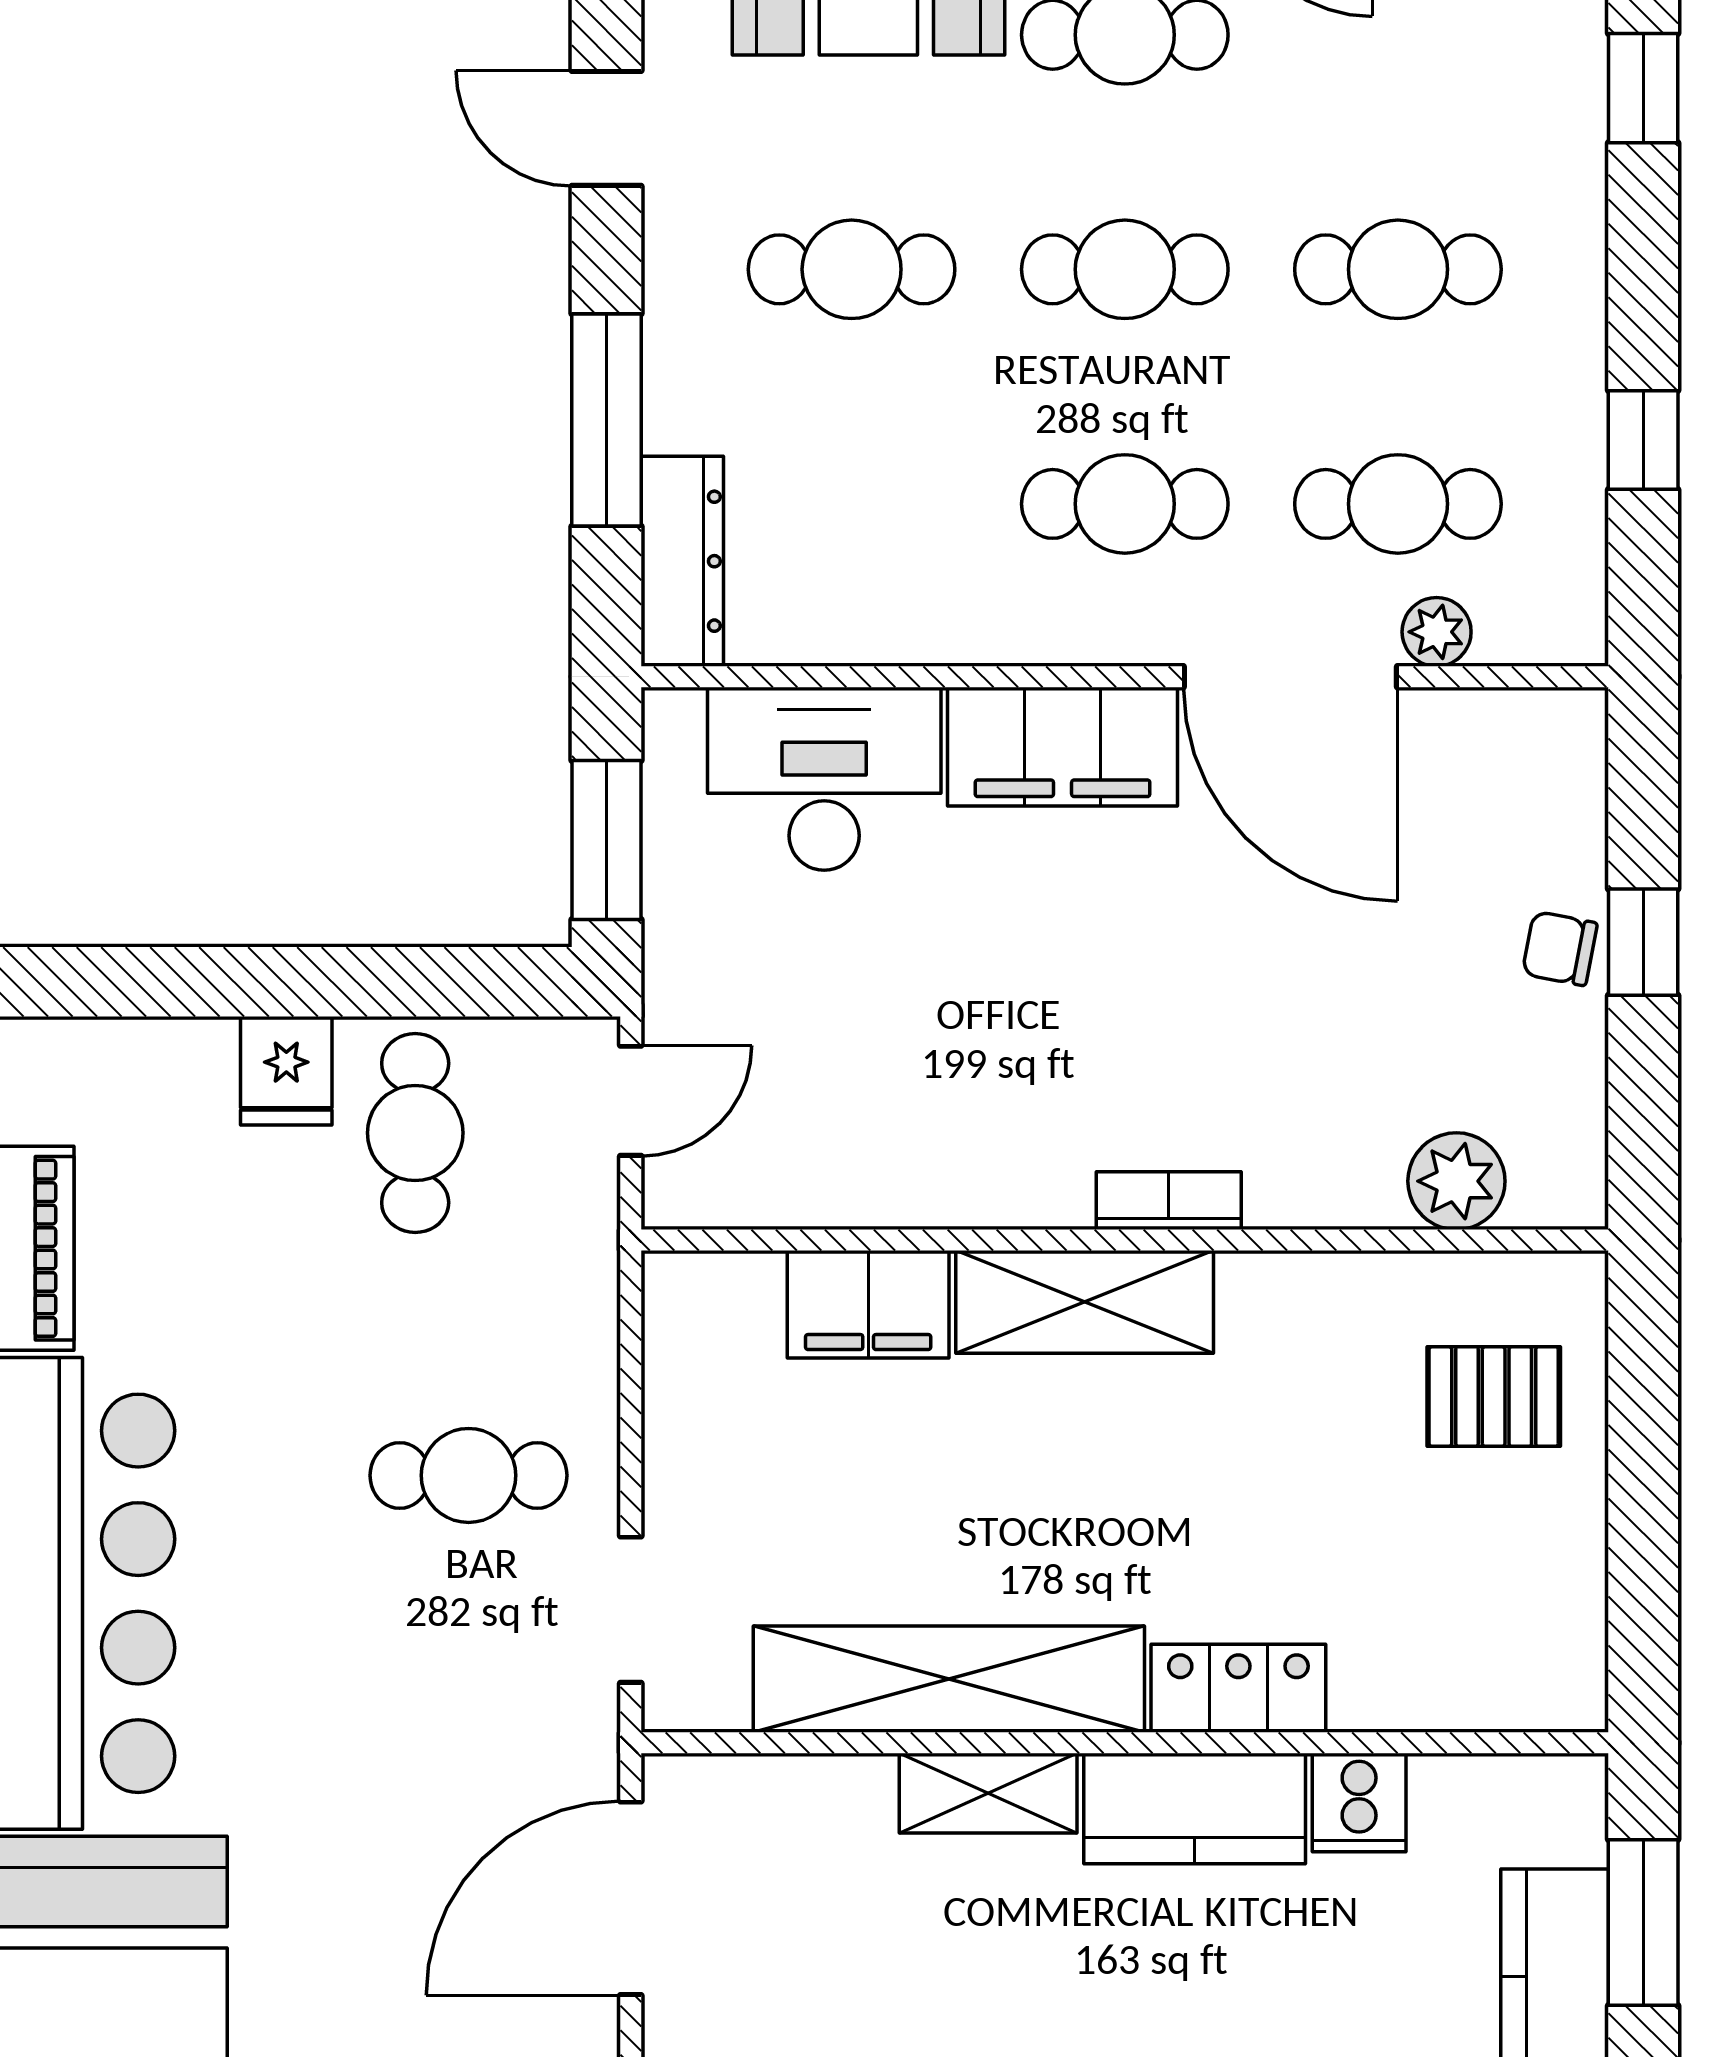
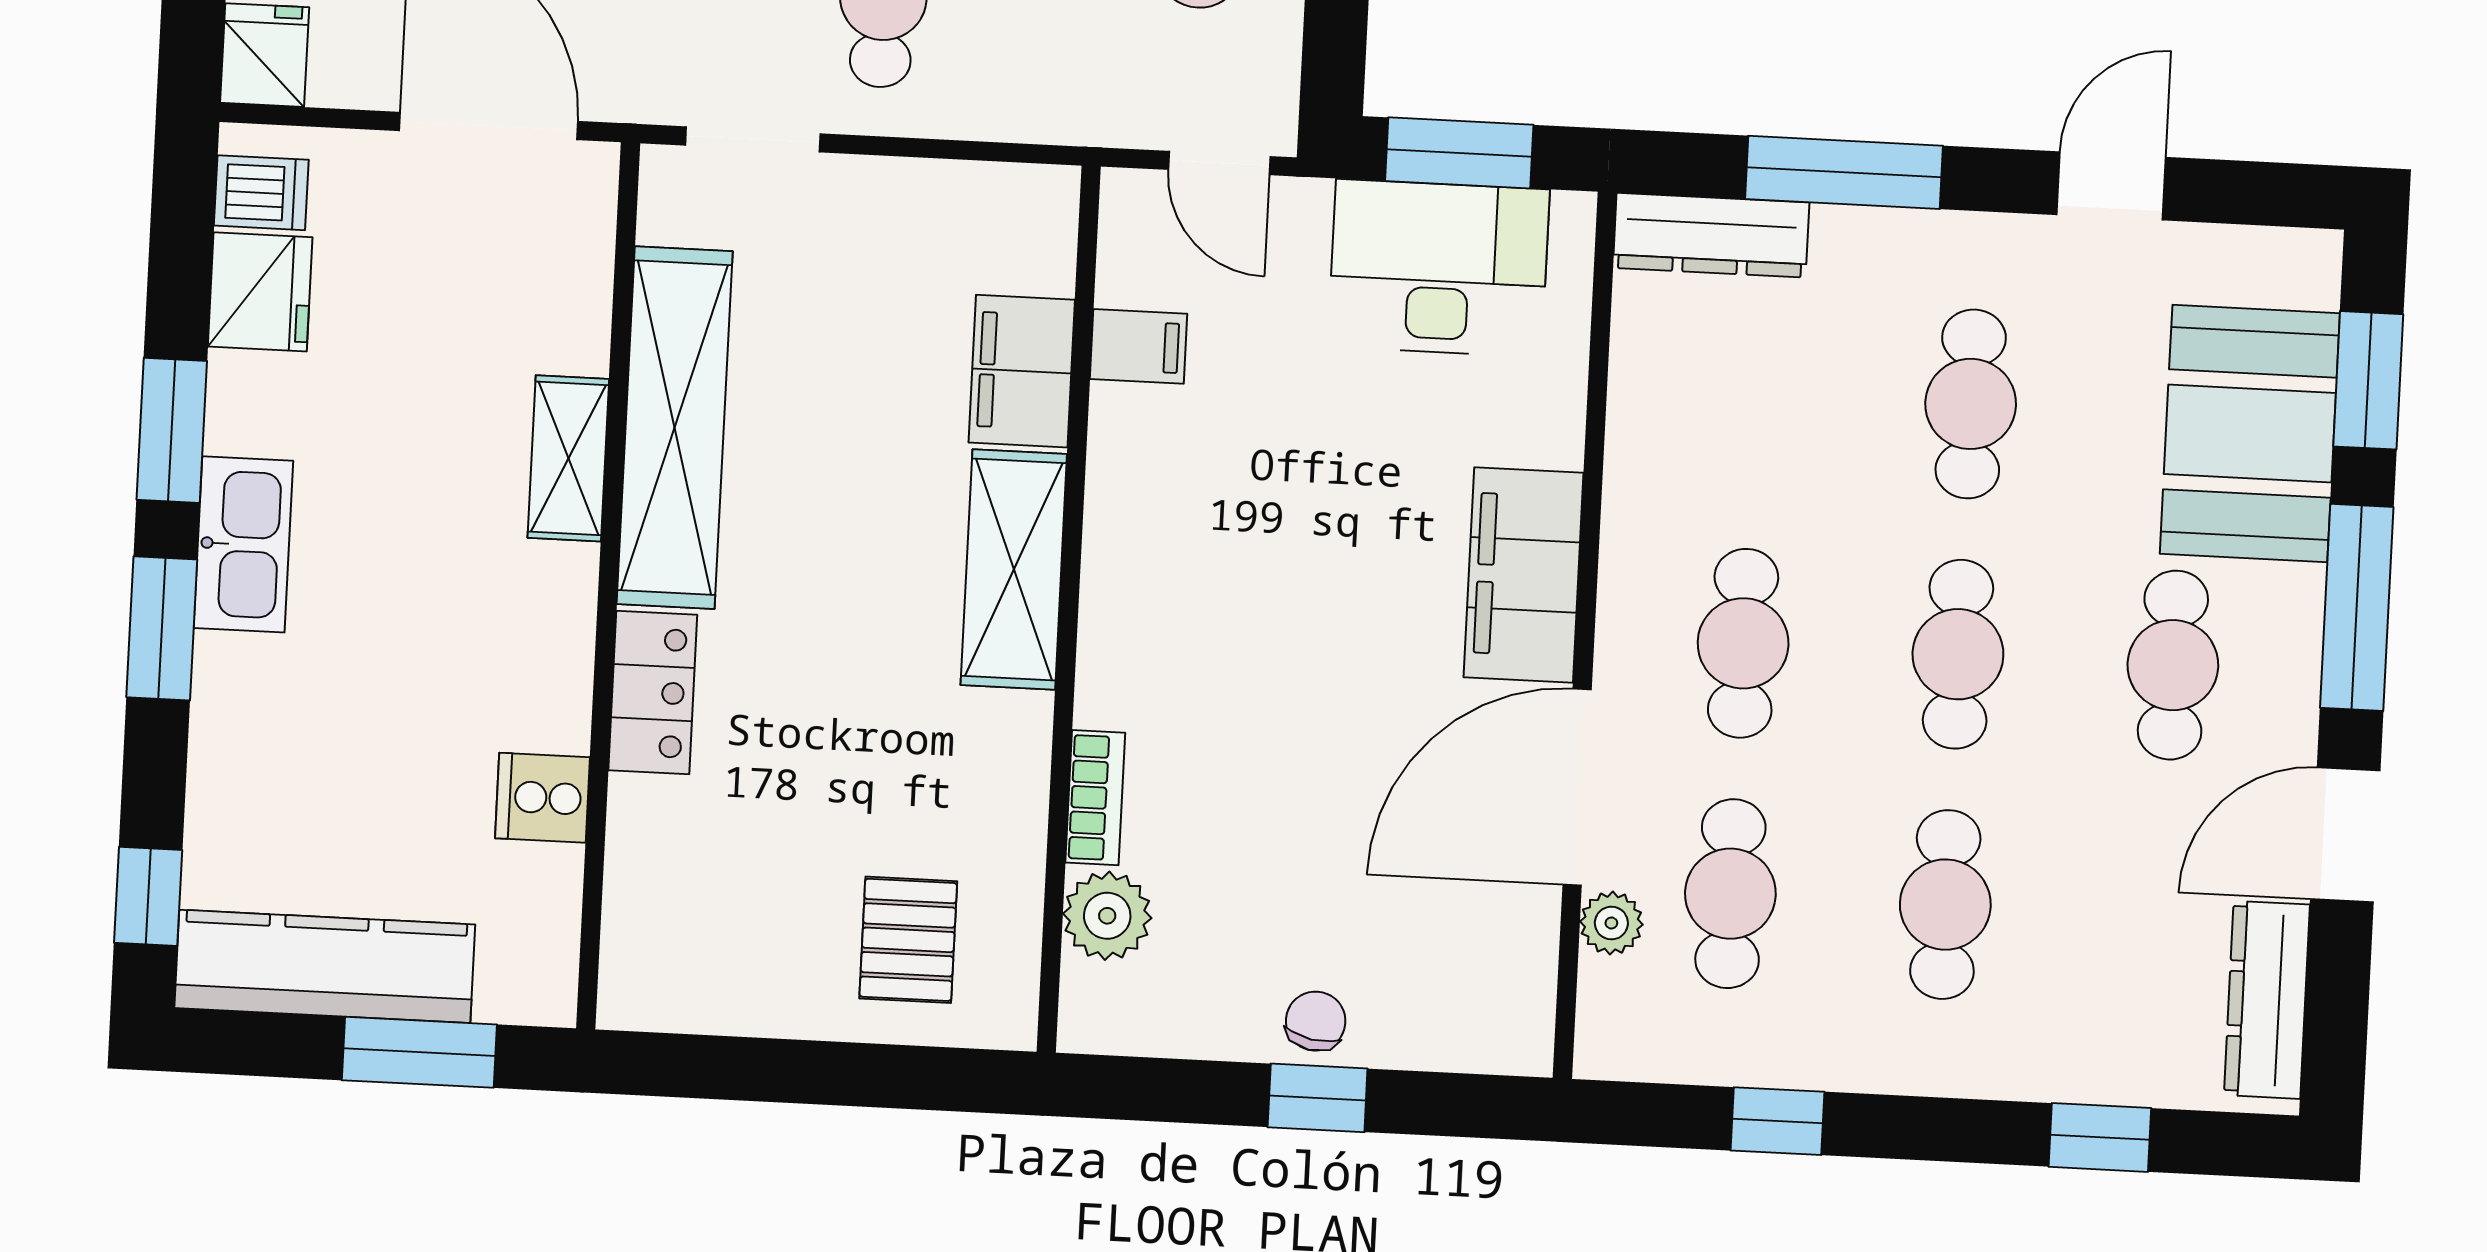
desk: (824, 779) -> (1439, 268), moved, turned -90
filing cabinet: (835, 1179) -> (1138, 346), added
bookcase: (1169, 1201) -> (1095, 798), moved
kitchen counter: (1195, 1809) -> (545, 647), removed

